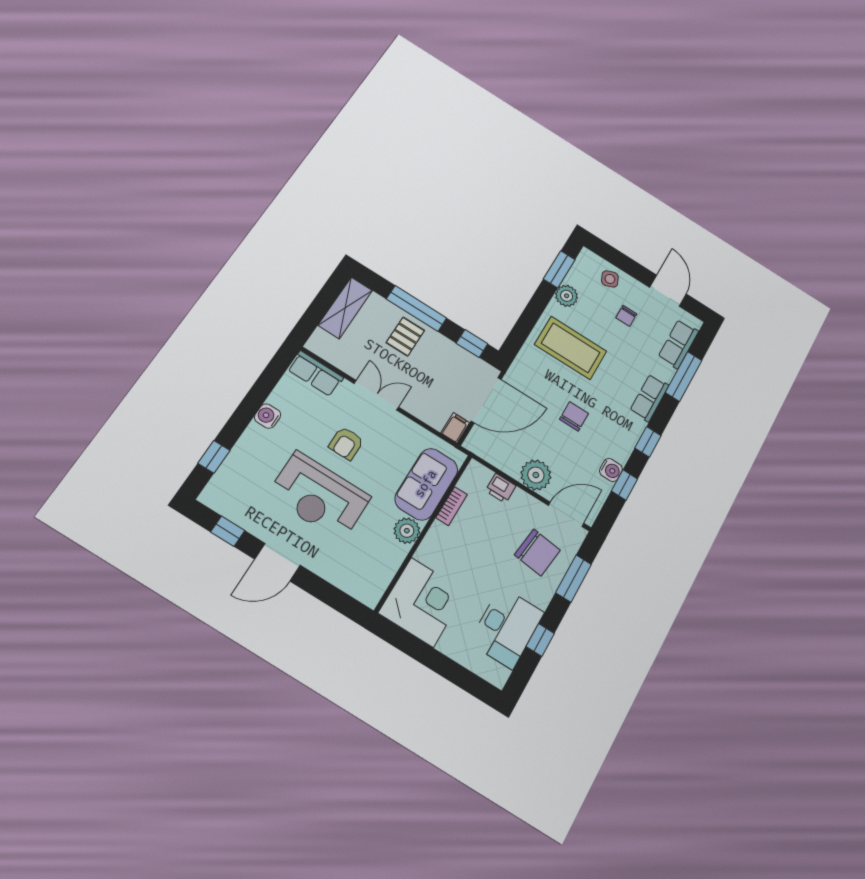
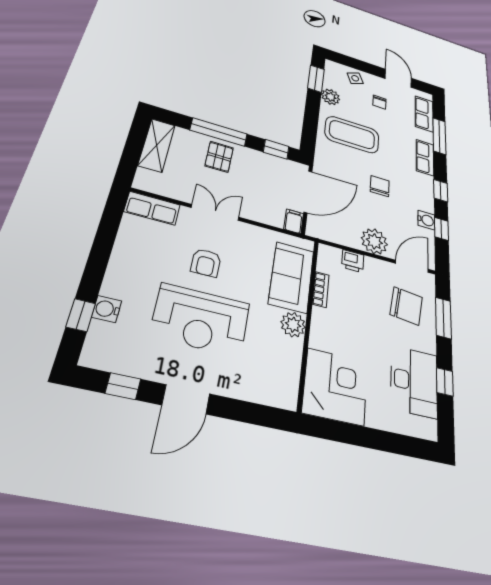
water cooler: (268, 416) -> (107, 309), moved

